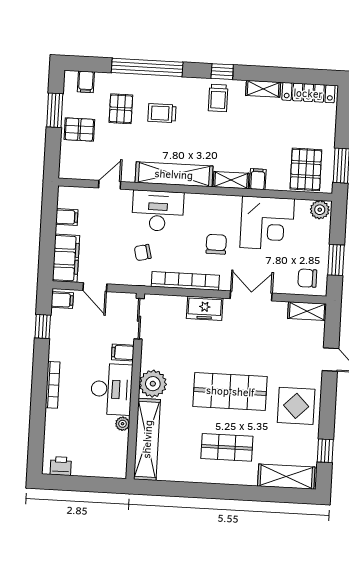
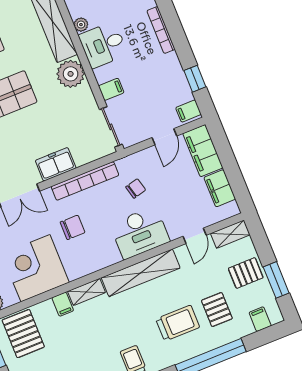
trolley: (162, 113) -> (178, 323), width x1.36, depth x1.39
shelving: (77, 171) -> (230, 234), added
filing cabinet: (67, 217) -> (220, 188), width x2.00
chair: (216, 244) -> (73, 227), turned -90
door: (95, 287) -> (164, 137), swing flipped
desk: (111, 389) -> (103, 45), width x0.73

